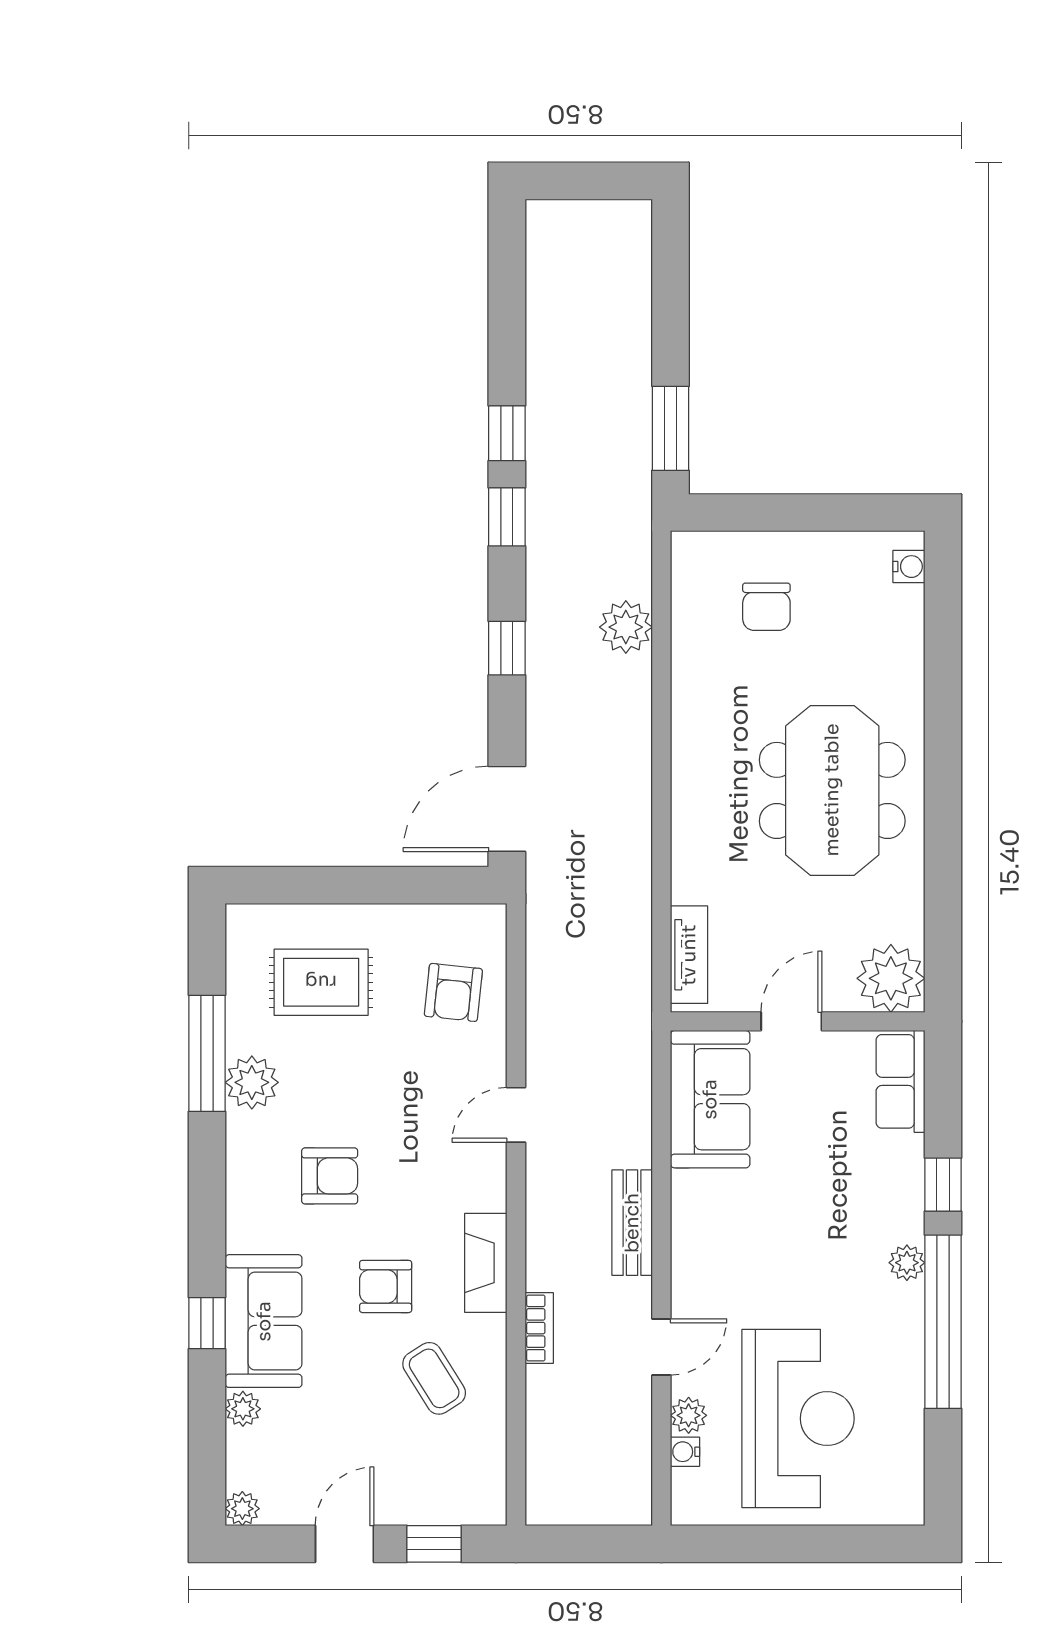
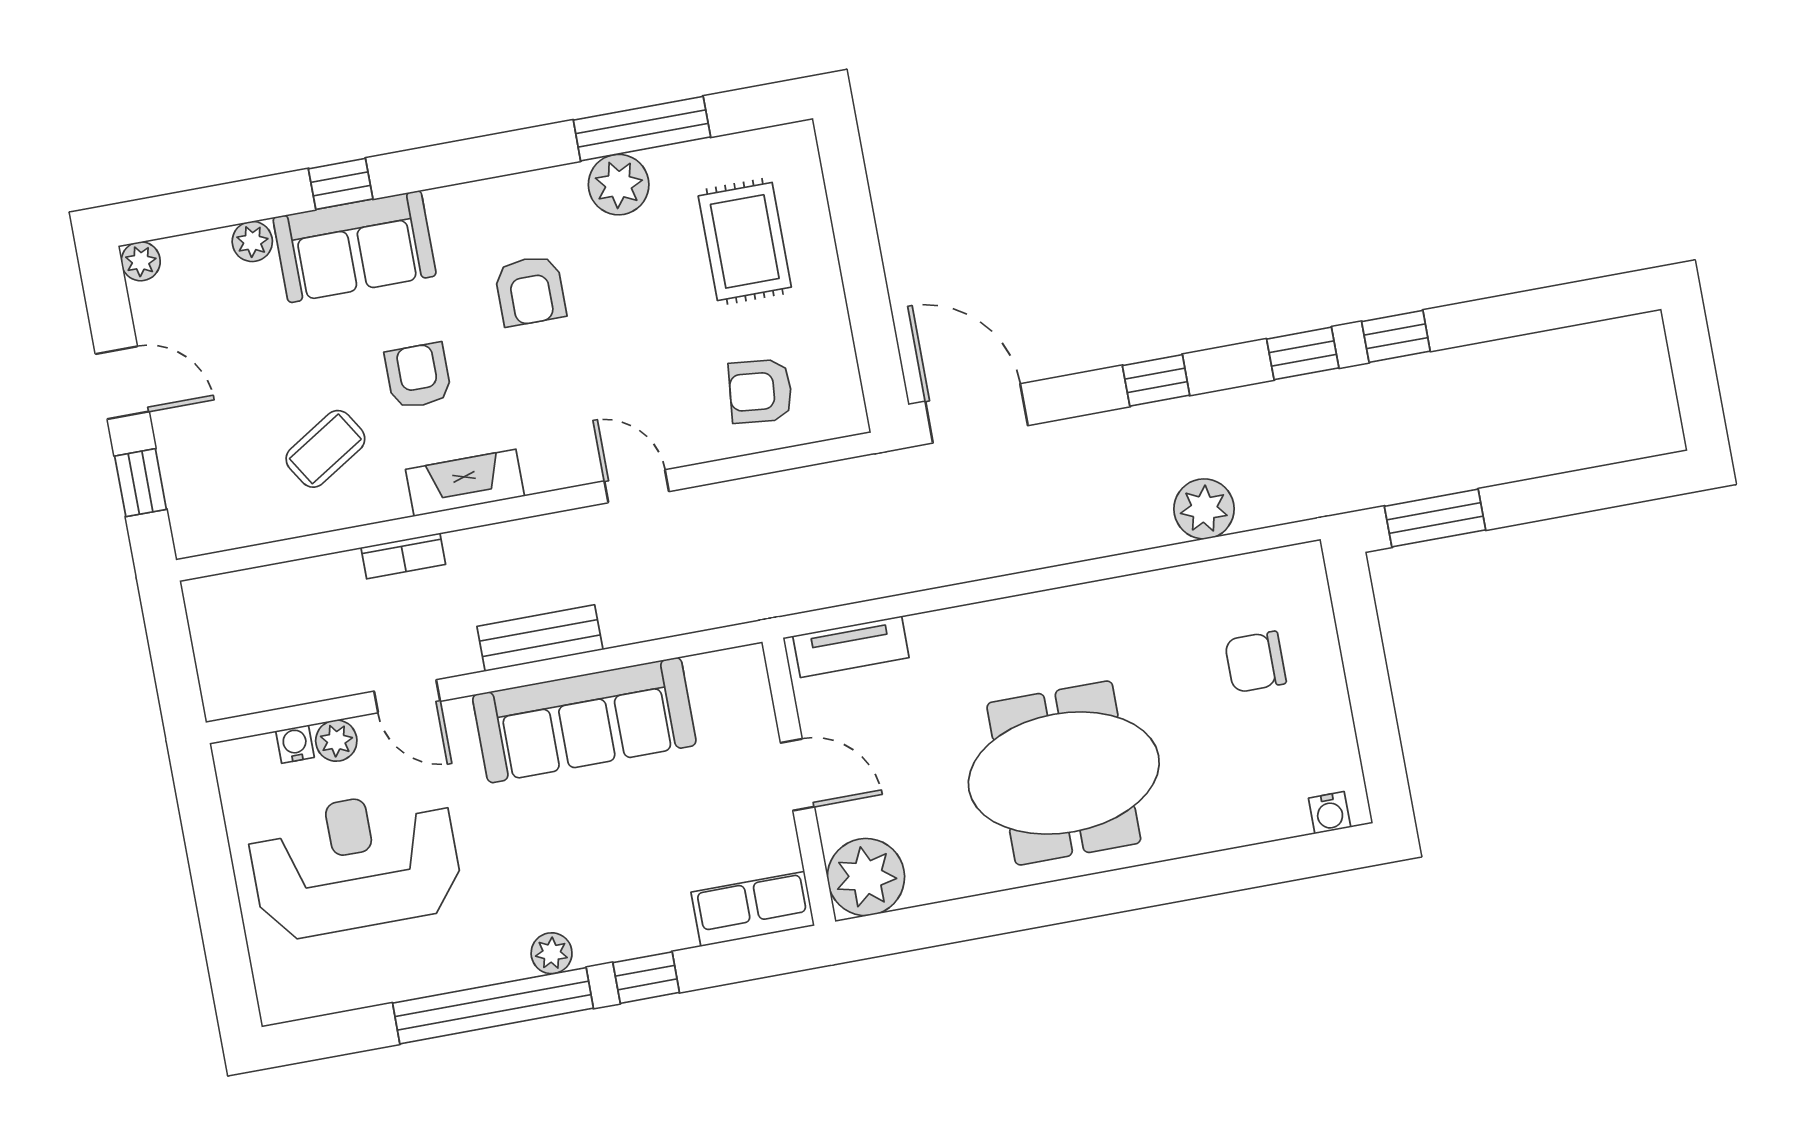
sofa: (710, 1099) -> (584, 720), moved, width x1.36
reception desk: (798, 1419) -> (355, 864), turned 180

